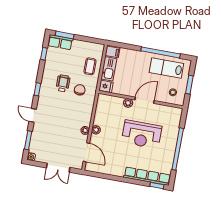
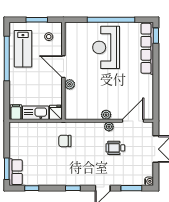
coffee table: (90, 66) -> (37, 134), removed
wheelchair: (63, 83) -> (115, 148), moved
reception desk: (142, 134) -> (106, 47), moved, turned 180

